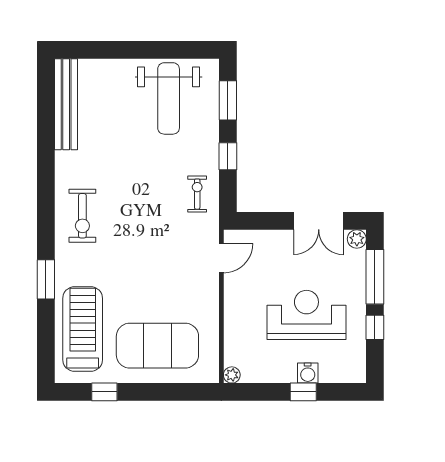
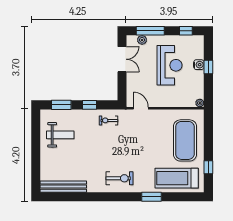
weight bench: (169, 98) -> (60, 135), width x0.73, depth x0.75
plant: (357, 239) -> (142, 40), moved
reception desk: (306, 315) -> (169, 65), turned 180
window: (375, 327) -> (186, 31), moved

